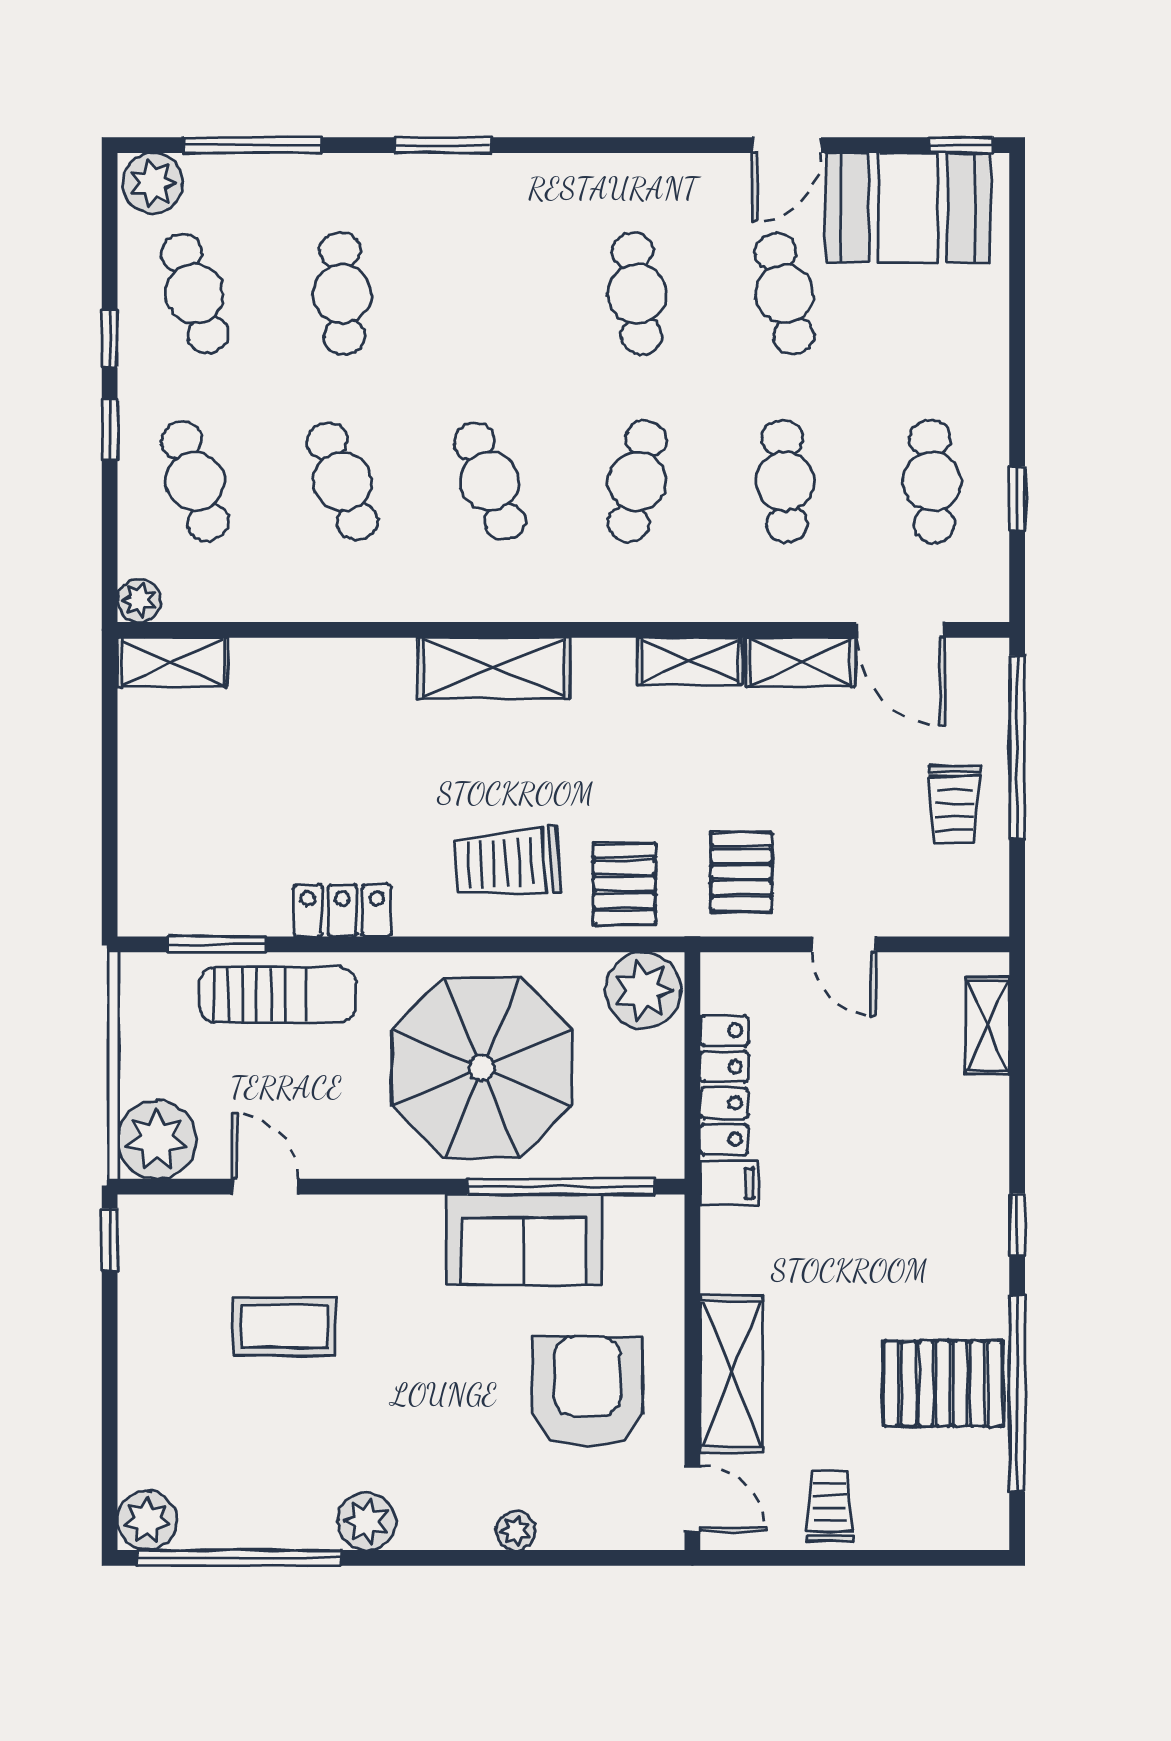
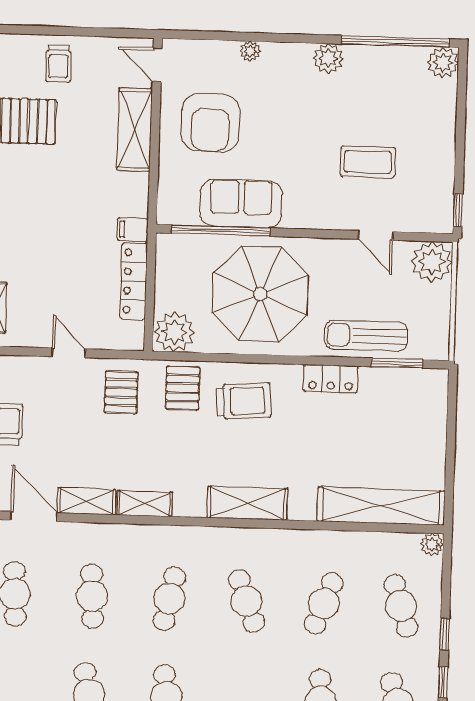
cafe table: (342, 481) -> (324, 603), turned 42
shelving: (172, 662) -> (381, 506), width x2.20, depth x1.33
trolley: (830, 1506) -> (58, 64), moved

